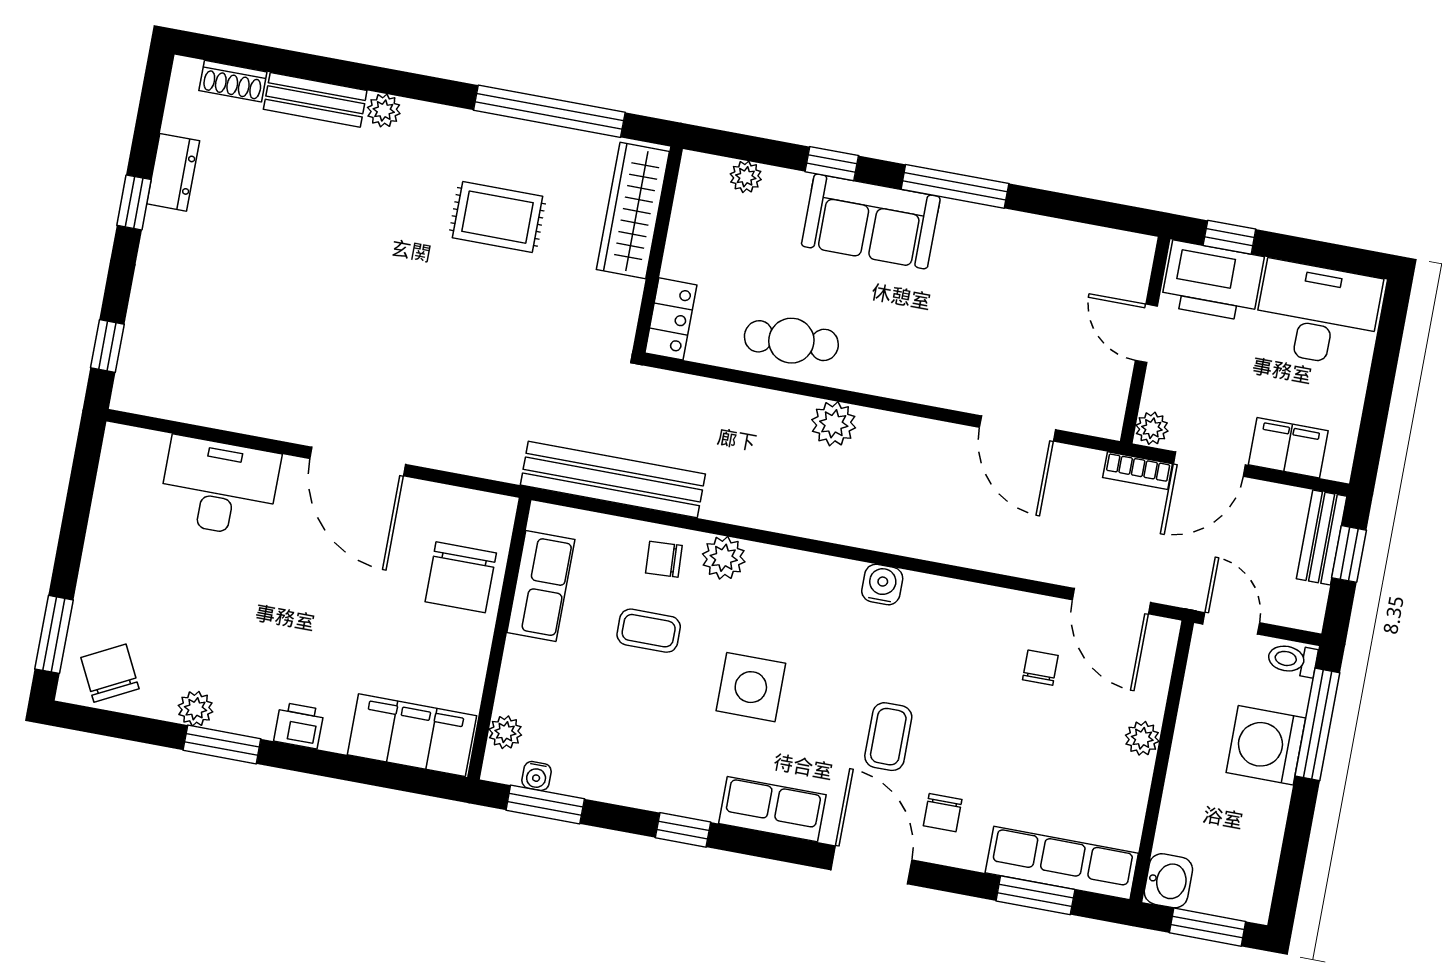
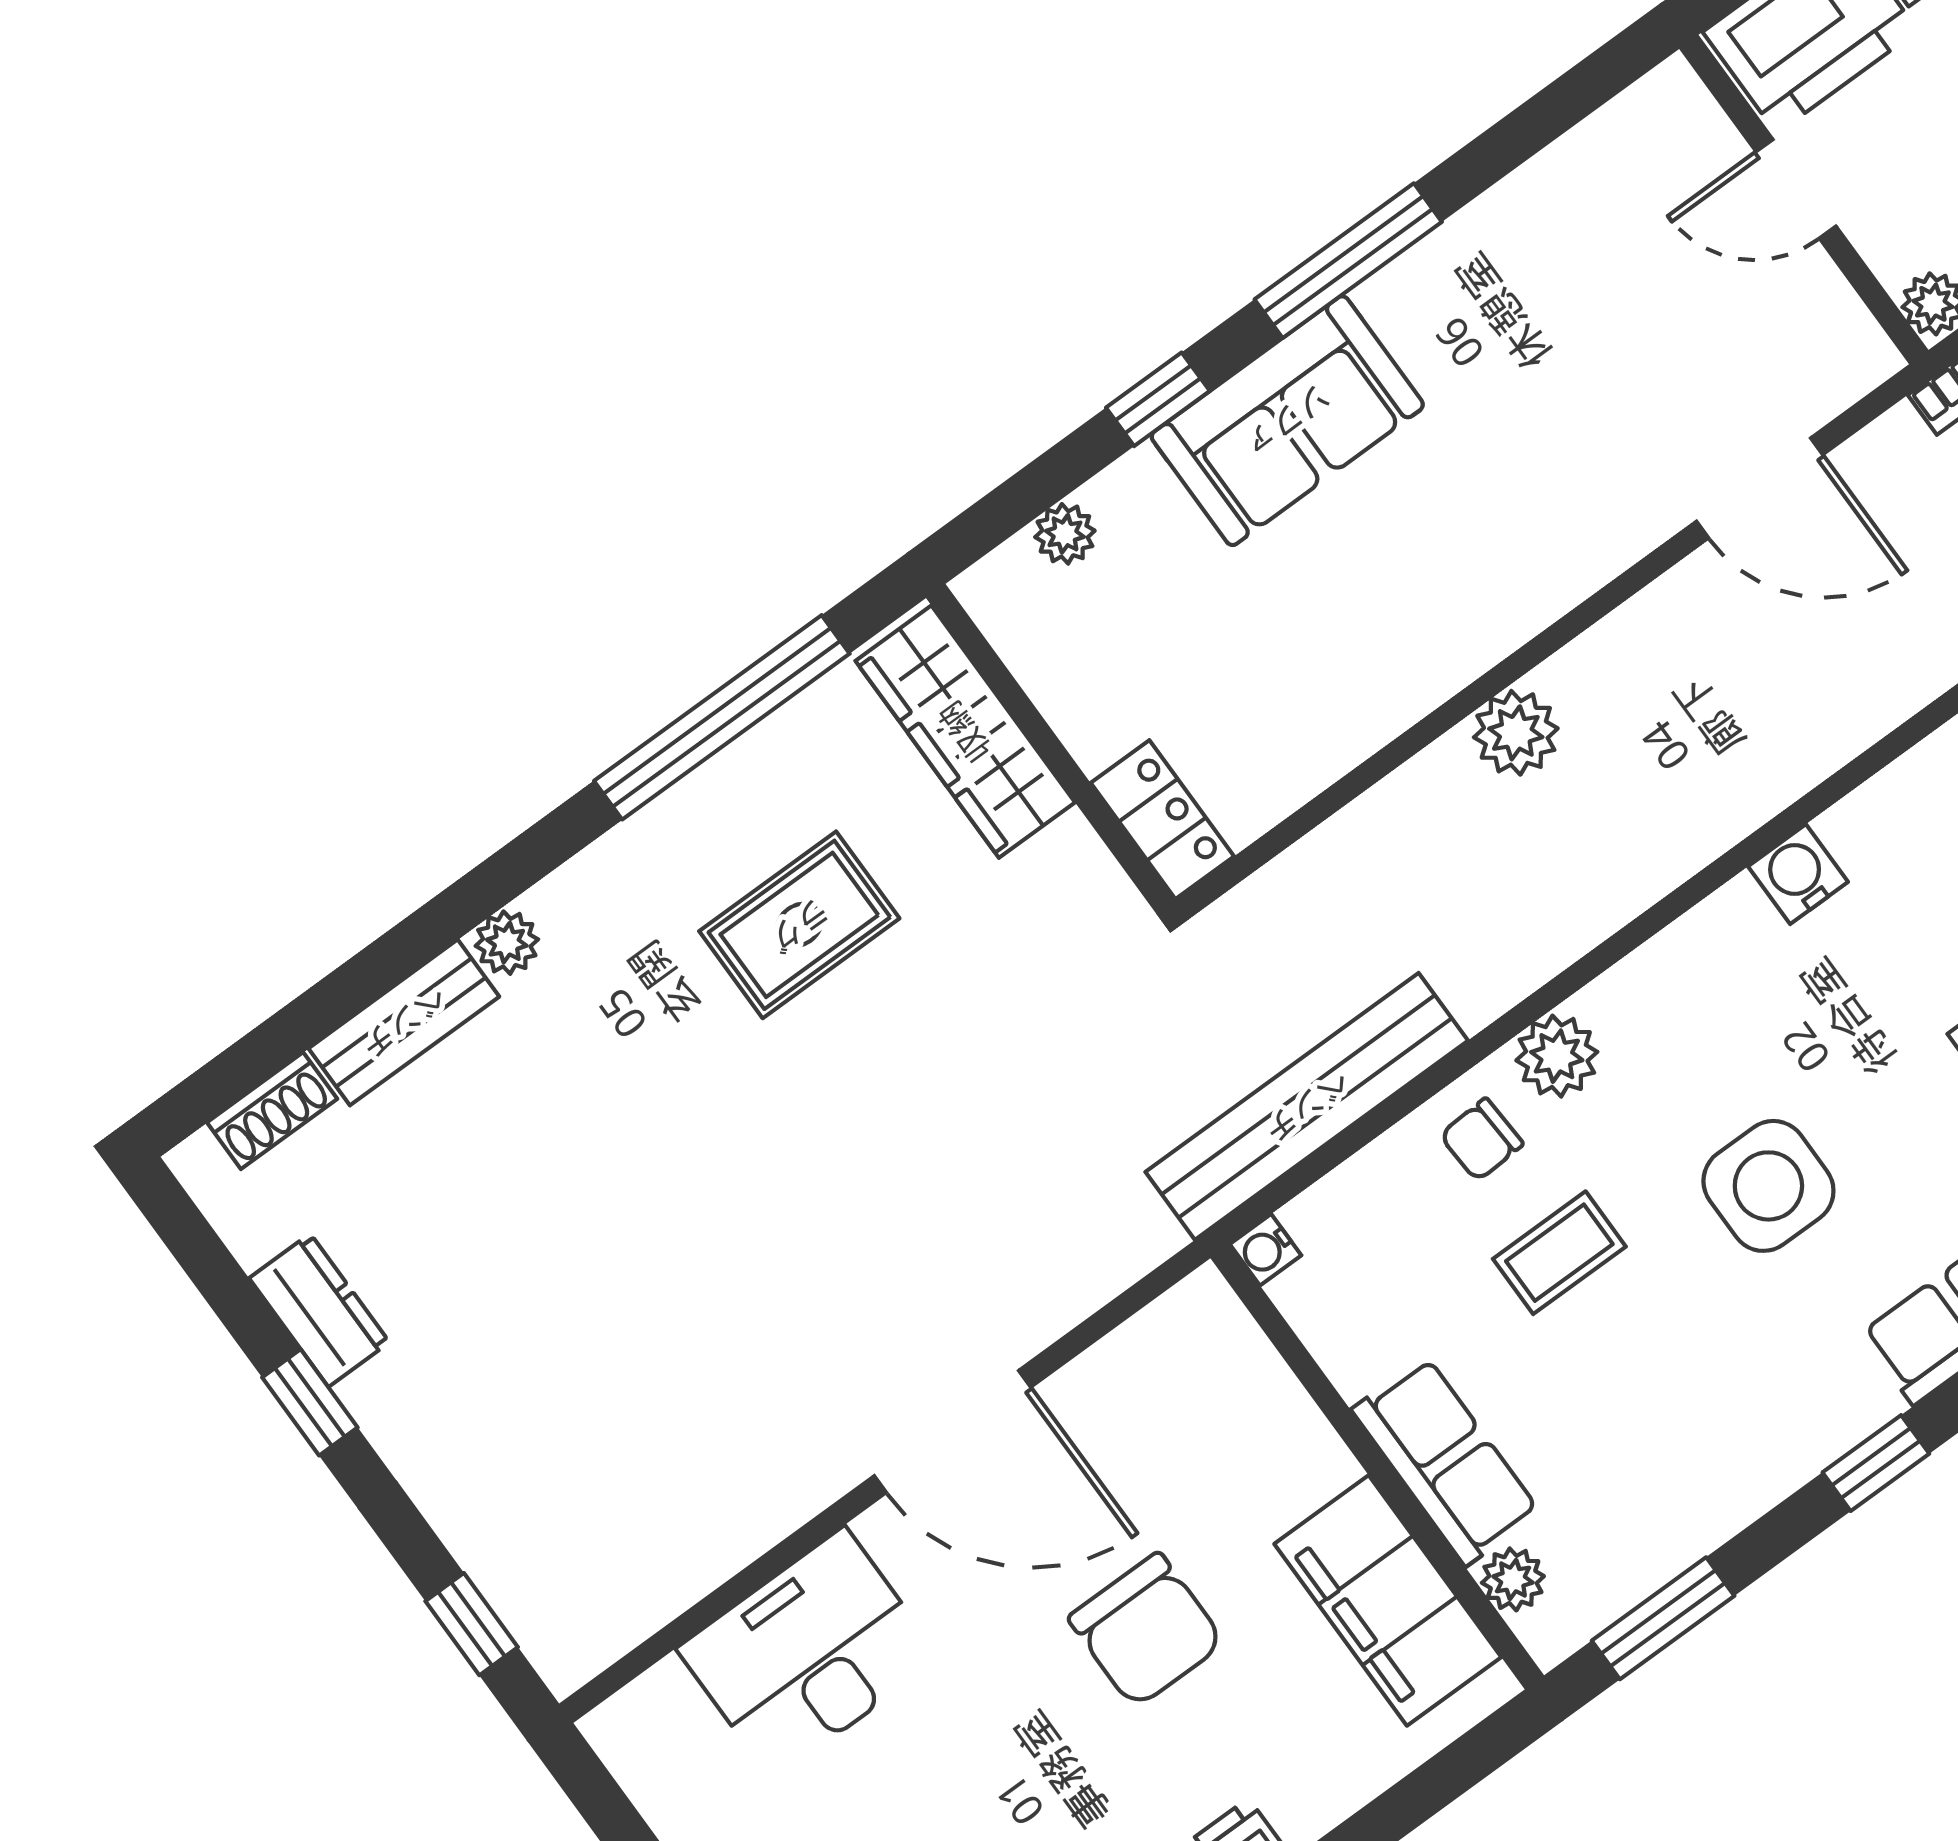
cafe table: (791, 341) -> (1348, 683), removed
chair: (461, 577) -> (1146, 1630), moved
row of seats: (541, 586) -> (1446, 1461), moved
filing cabinet: (412, 735) -> (1388, 1601), moved, turned -90
water cooler: (536, 776) -> (1266, 1250), moved, turned 90

